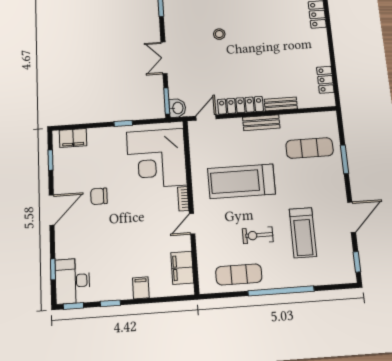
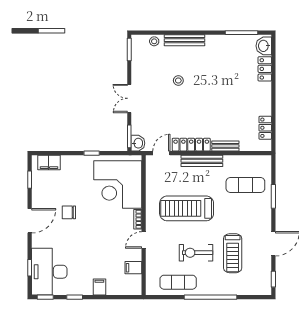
bench: (261, 123) -> (202, 161), width x1.36
exercise bike: (258, 235) -> (196, 253), width x1.38, depth x1.39
filing cabinet: (182, 268) -> (133, 268), width x0.50
desk: (73, 281) -> (49, 272), width x1.36, depth x1.30

